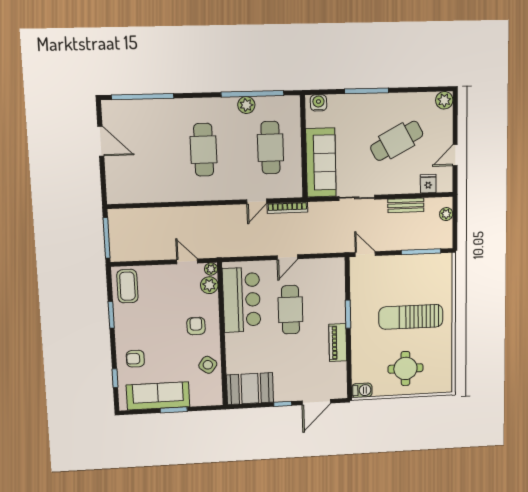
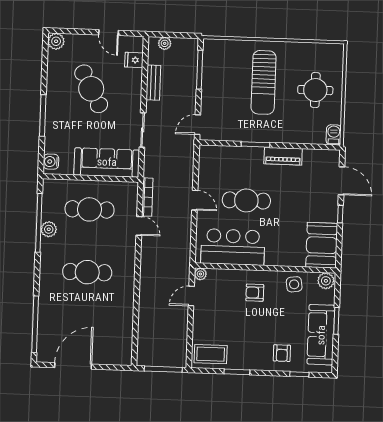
door: (101, 141) -> (73, 366), width x1.36
plant: (209, 285) -> (326, 281), moved
side table: (208, 365) -> (294, 284), turned 45

